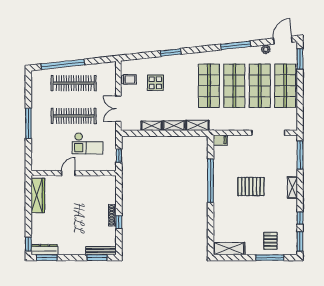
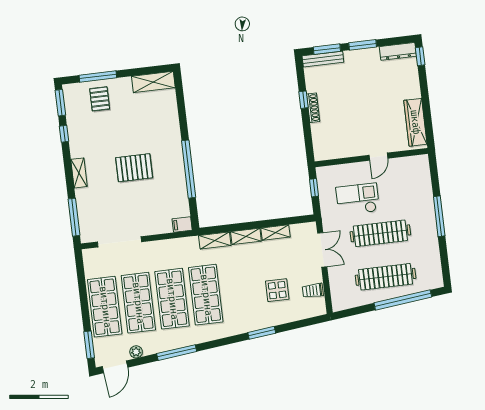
window: (47, 258) -> (363, 45), moved

